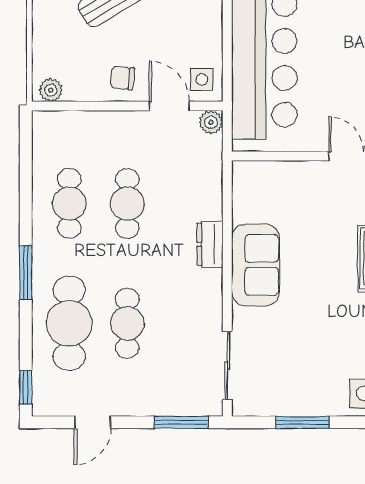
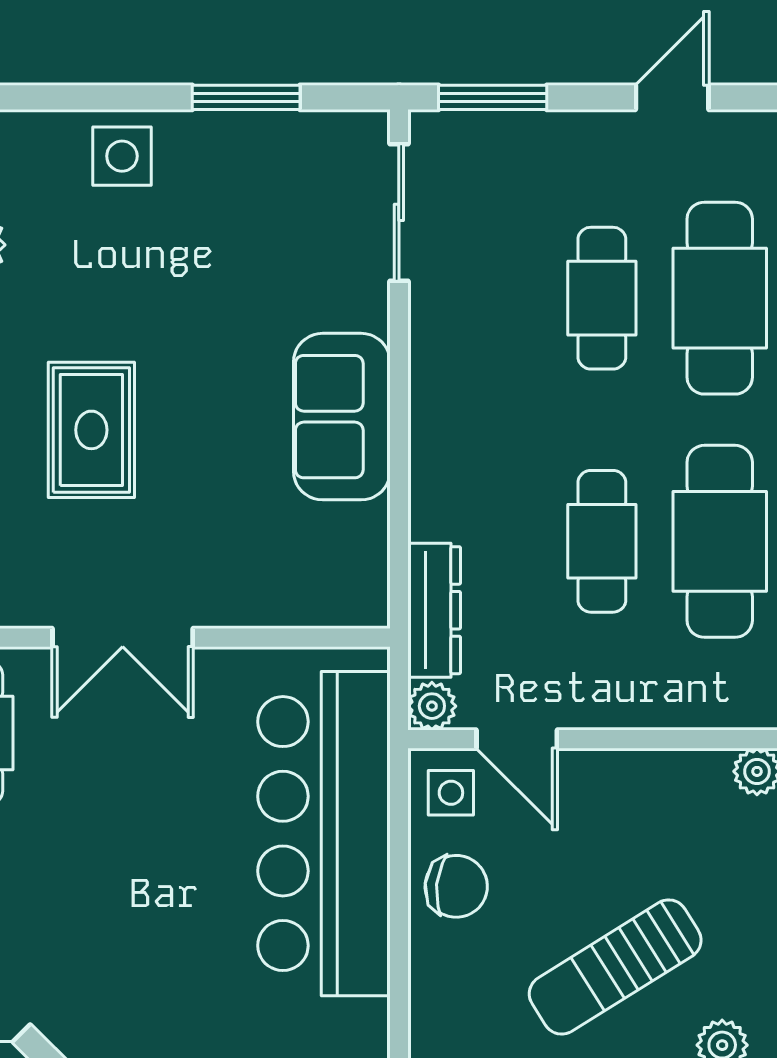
chair: (122, 78) -> (456, 886), moved, width x1.37, depth x1.37
cafe table: (69, 204) -> (720, 541), width x1.37, depth x1.35
dresser: (210, 244) -> (434, 610), moved, width x1.44

